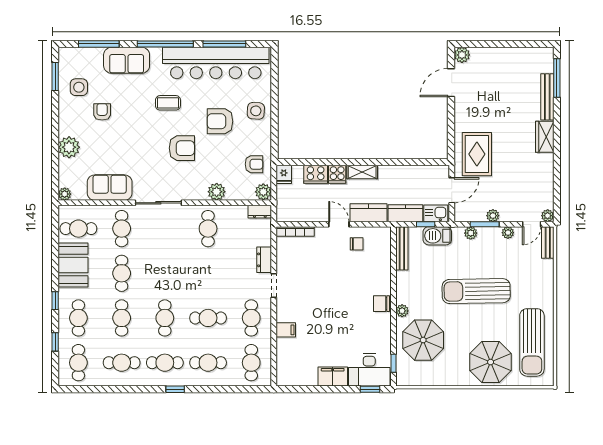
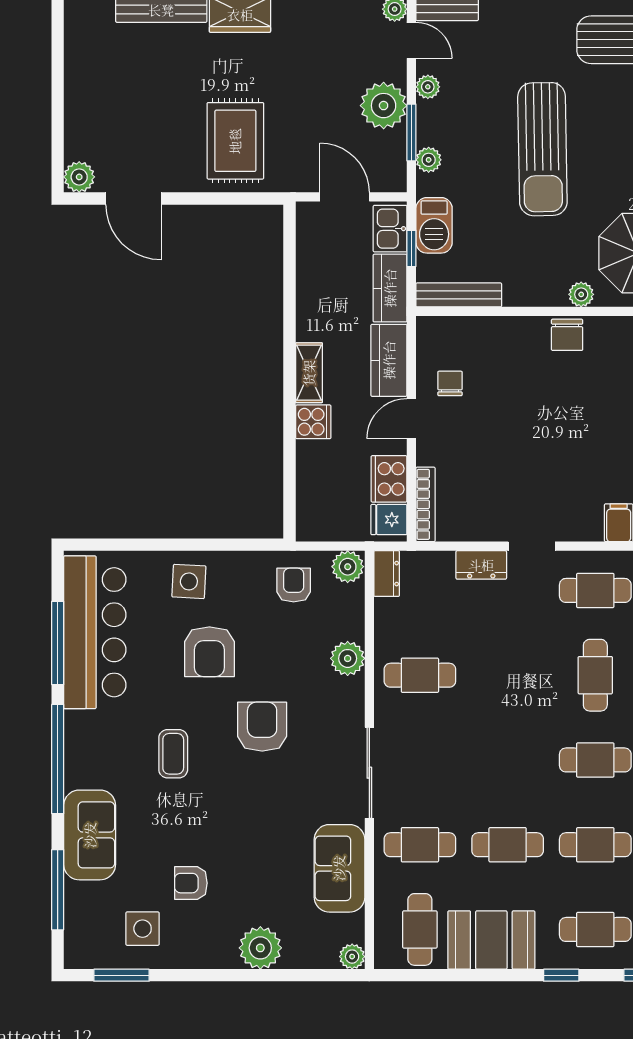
bar counter: (216, 63) -> (95, 632), width x0.73
rug: (477, 154) -> (235, 141), moved, turned 90
fridge: (284, 174) -> (389, 520), moved, turned 180
cooker: (316, 174) -> (389, 479), moved, turned 180
plant: (493, 216) -> (384, 106), width x1.87, depth x1.87

